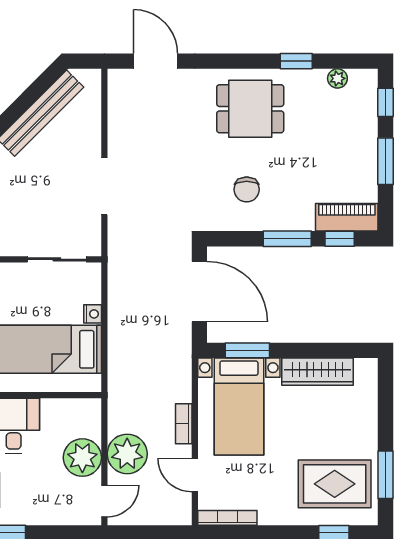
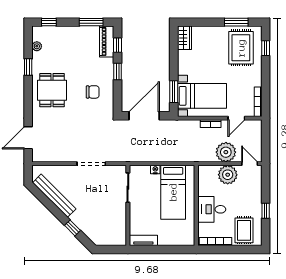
window: (385, 161) -> (91, 22), moved
window: (287, 239) -> (117, 72), width x0.67
wardrobe: (317, 372) -> (184, 38), moved, width x0.67

